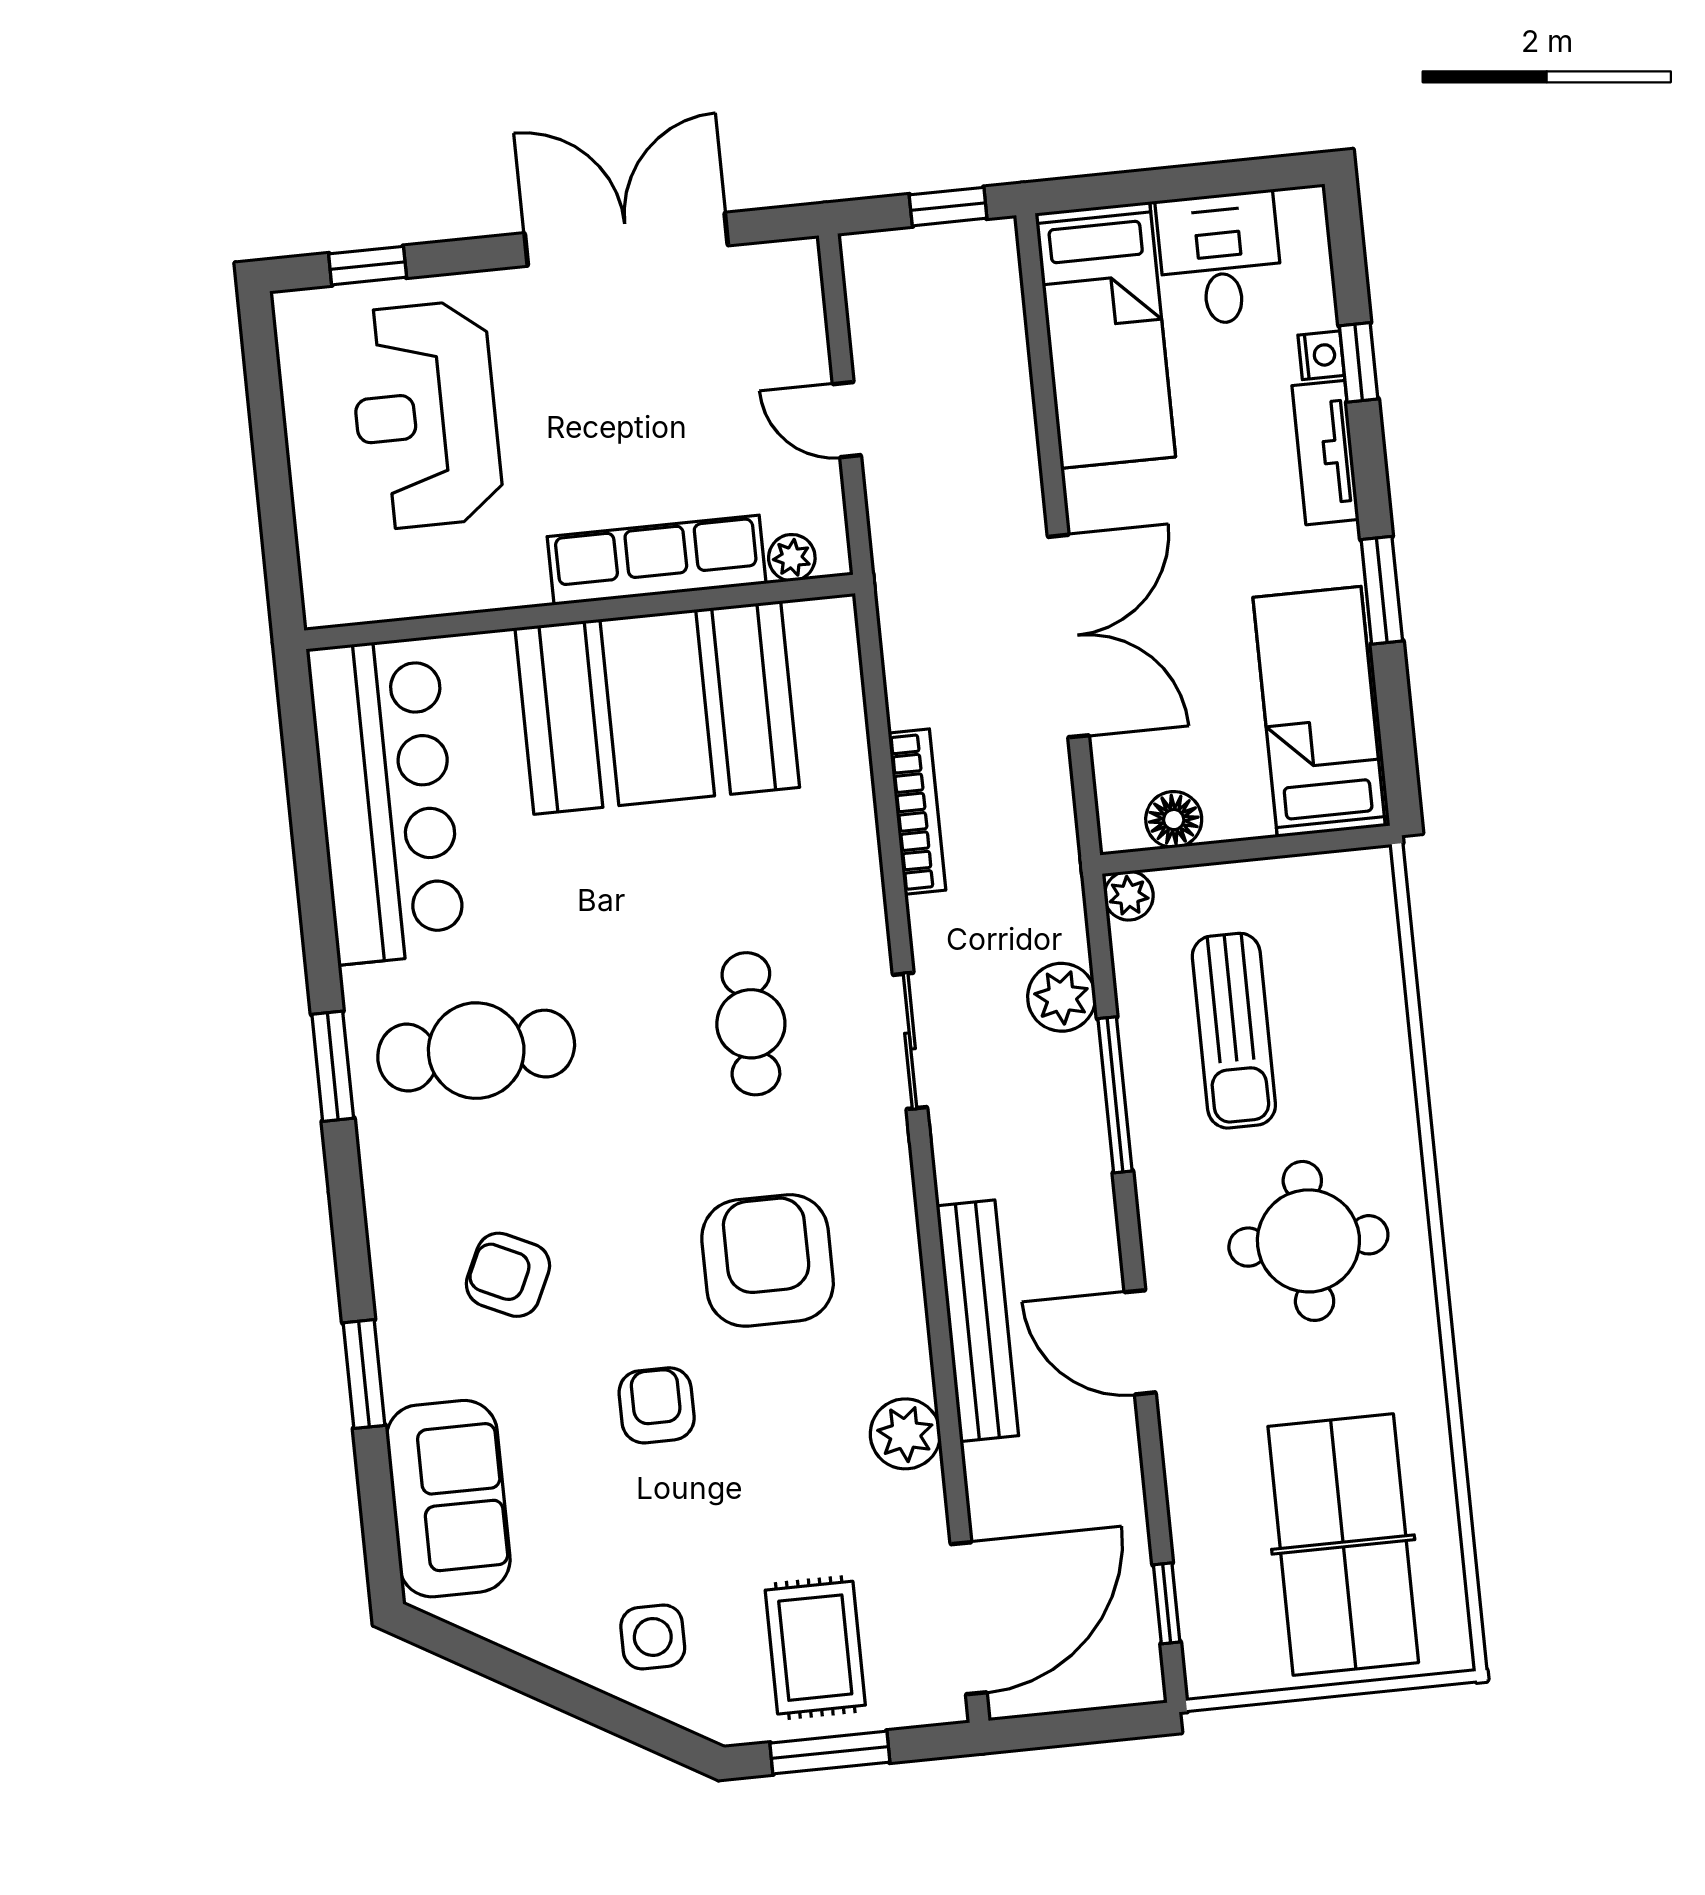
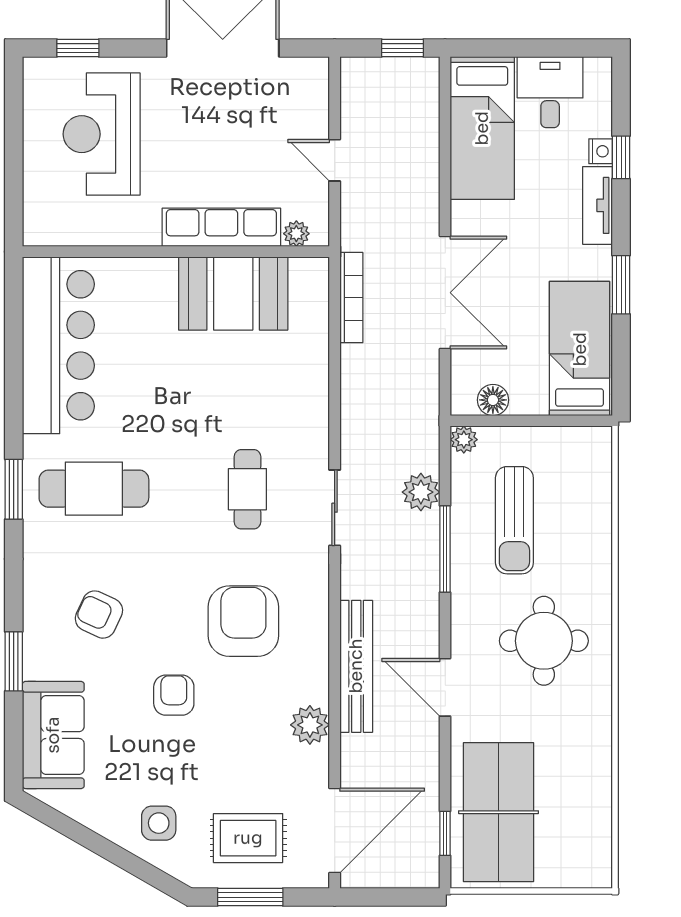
booth: (657, 708) -> (233, 293), width x0.73, depth x0.70
bookcase: (917, 812) -> (351, 298), moved
table tennis table: (1343, 1545) -> (499, 812), moved
rug: (815, 1648) -> (248, 838), turned 90

